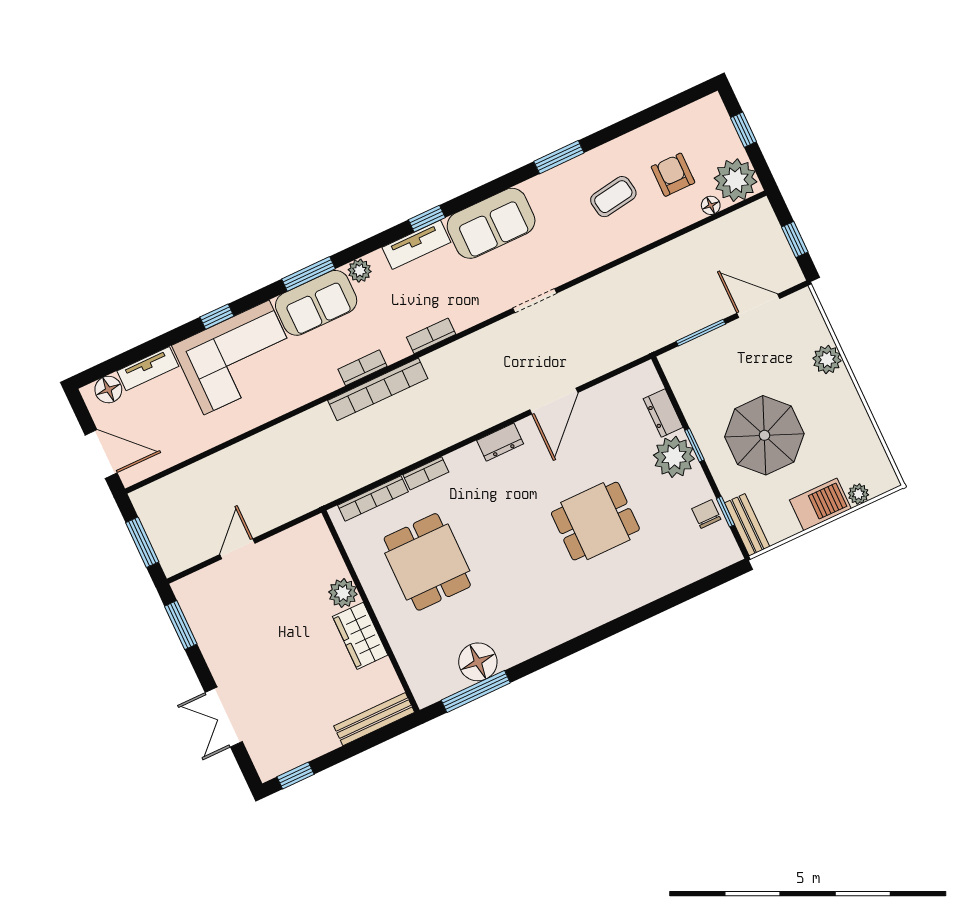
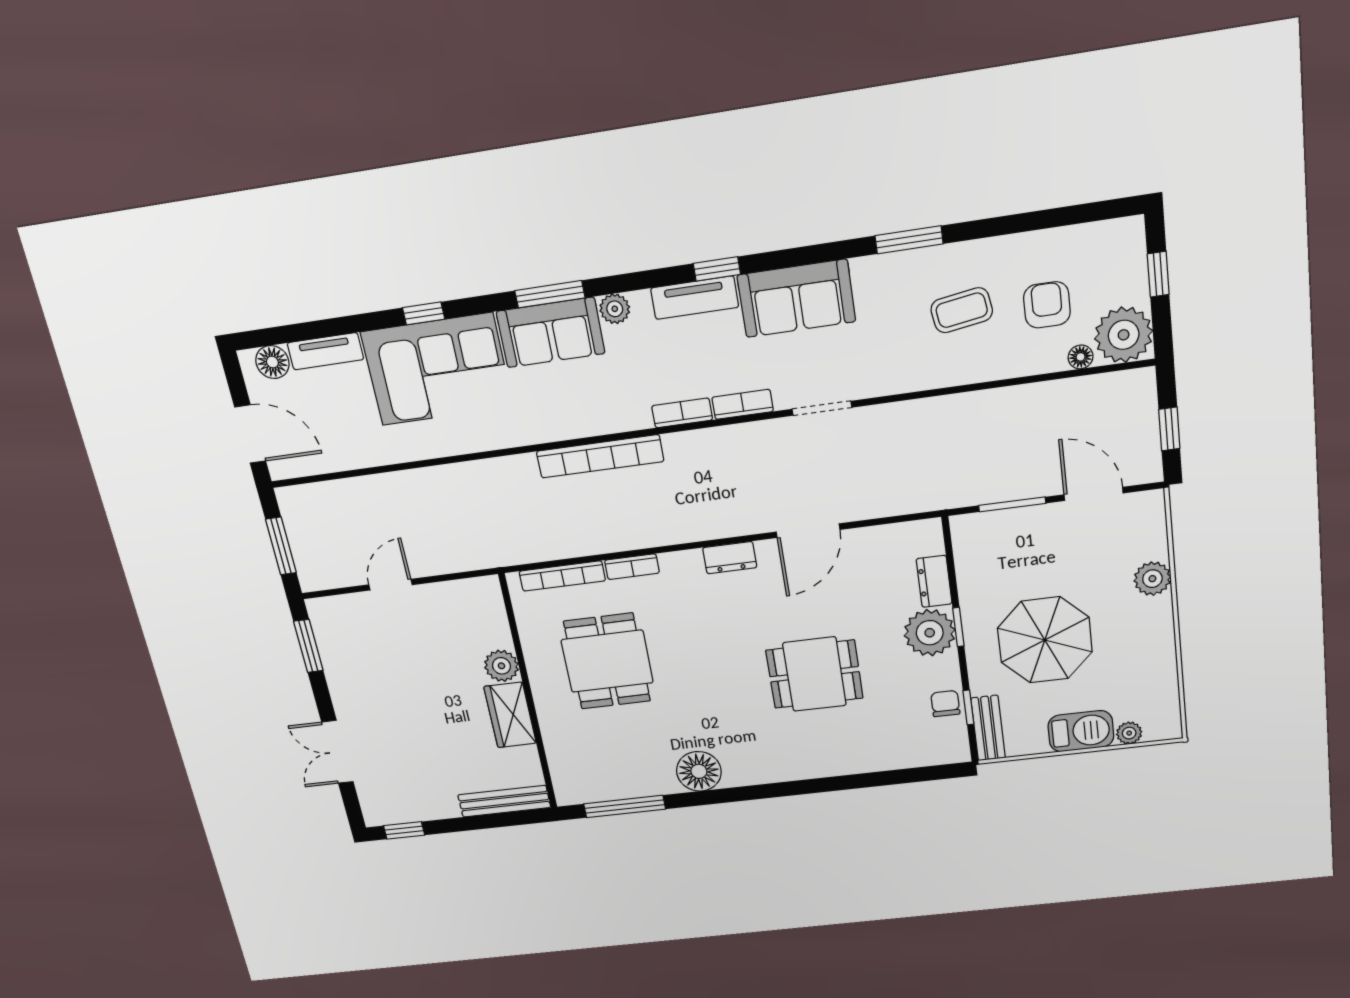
bookcase: (363, 368) -> (743, 404), moved
floor lamp: (478, 662) -> (699, 771), moved

